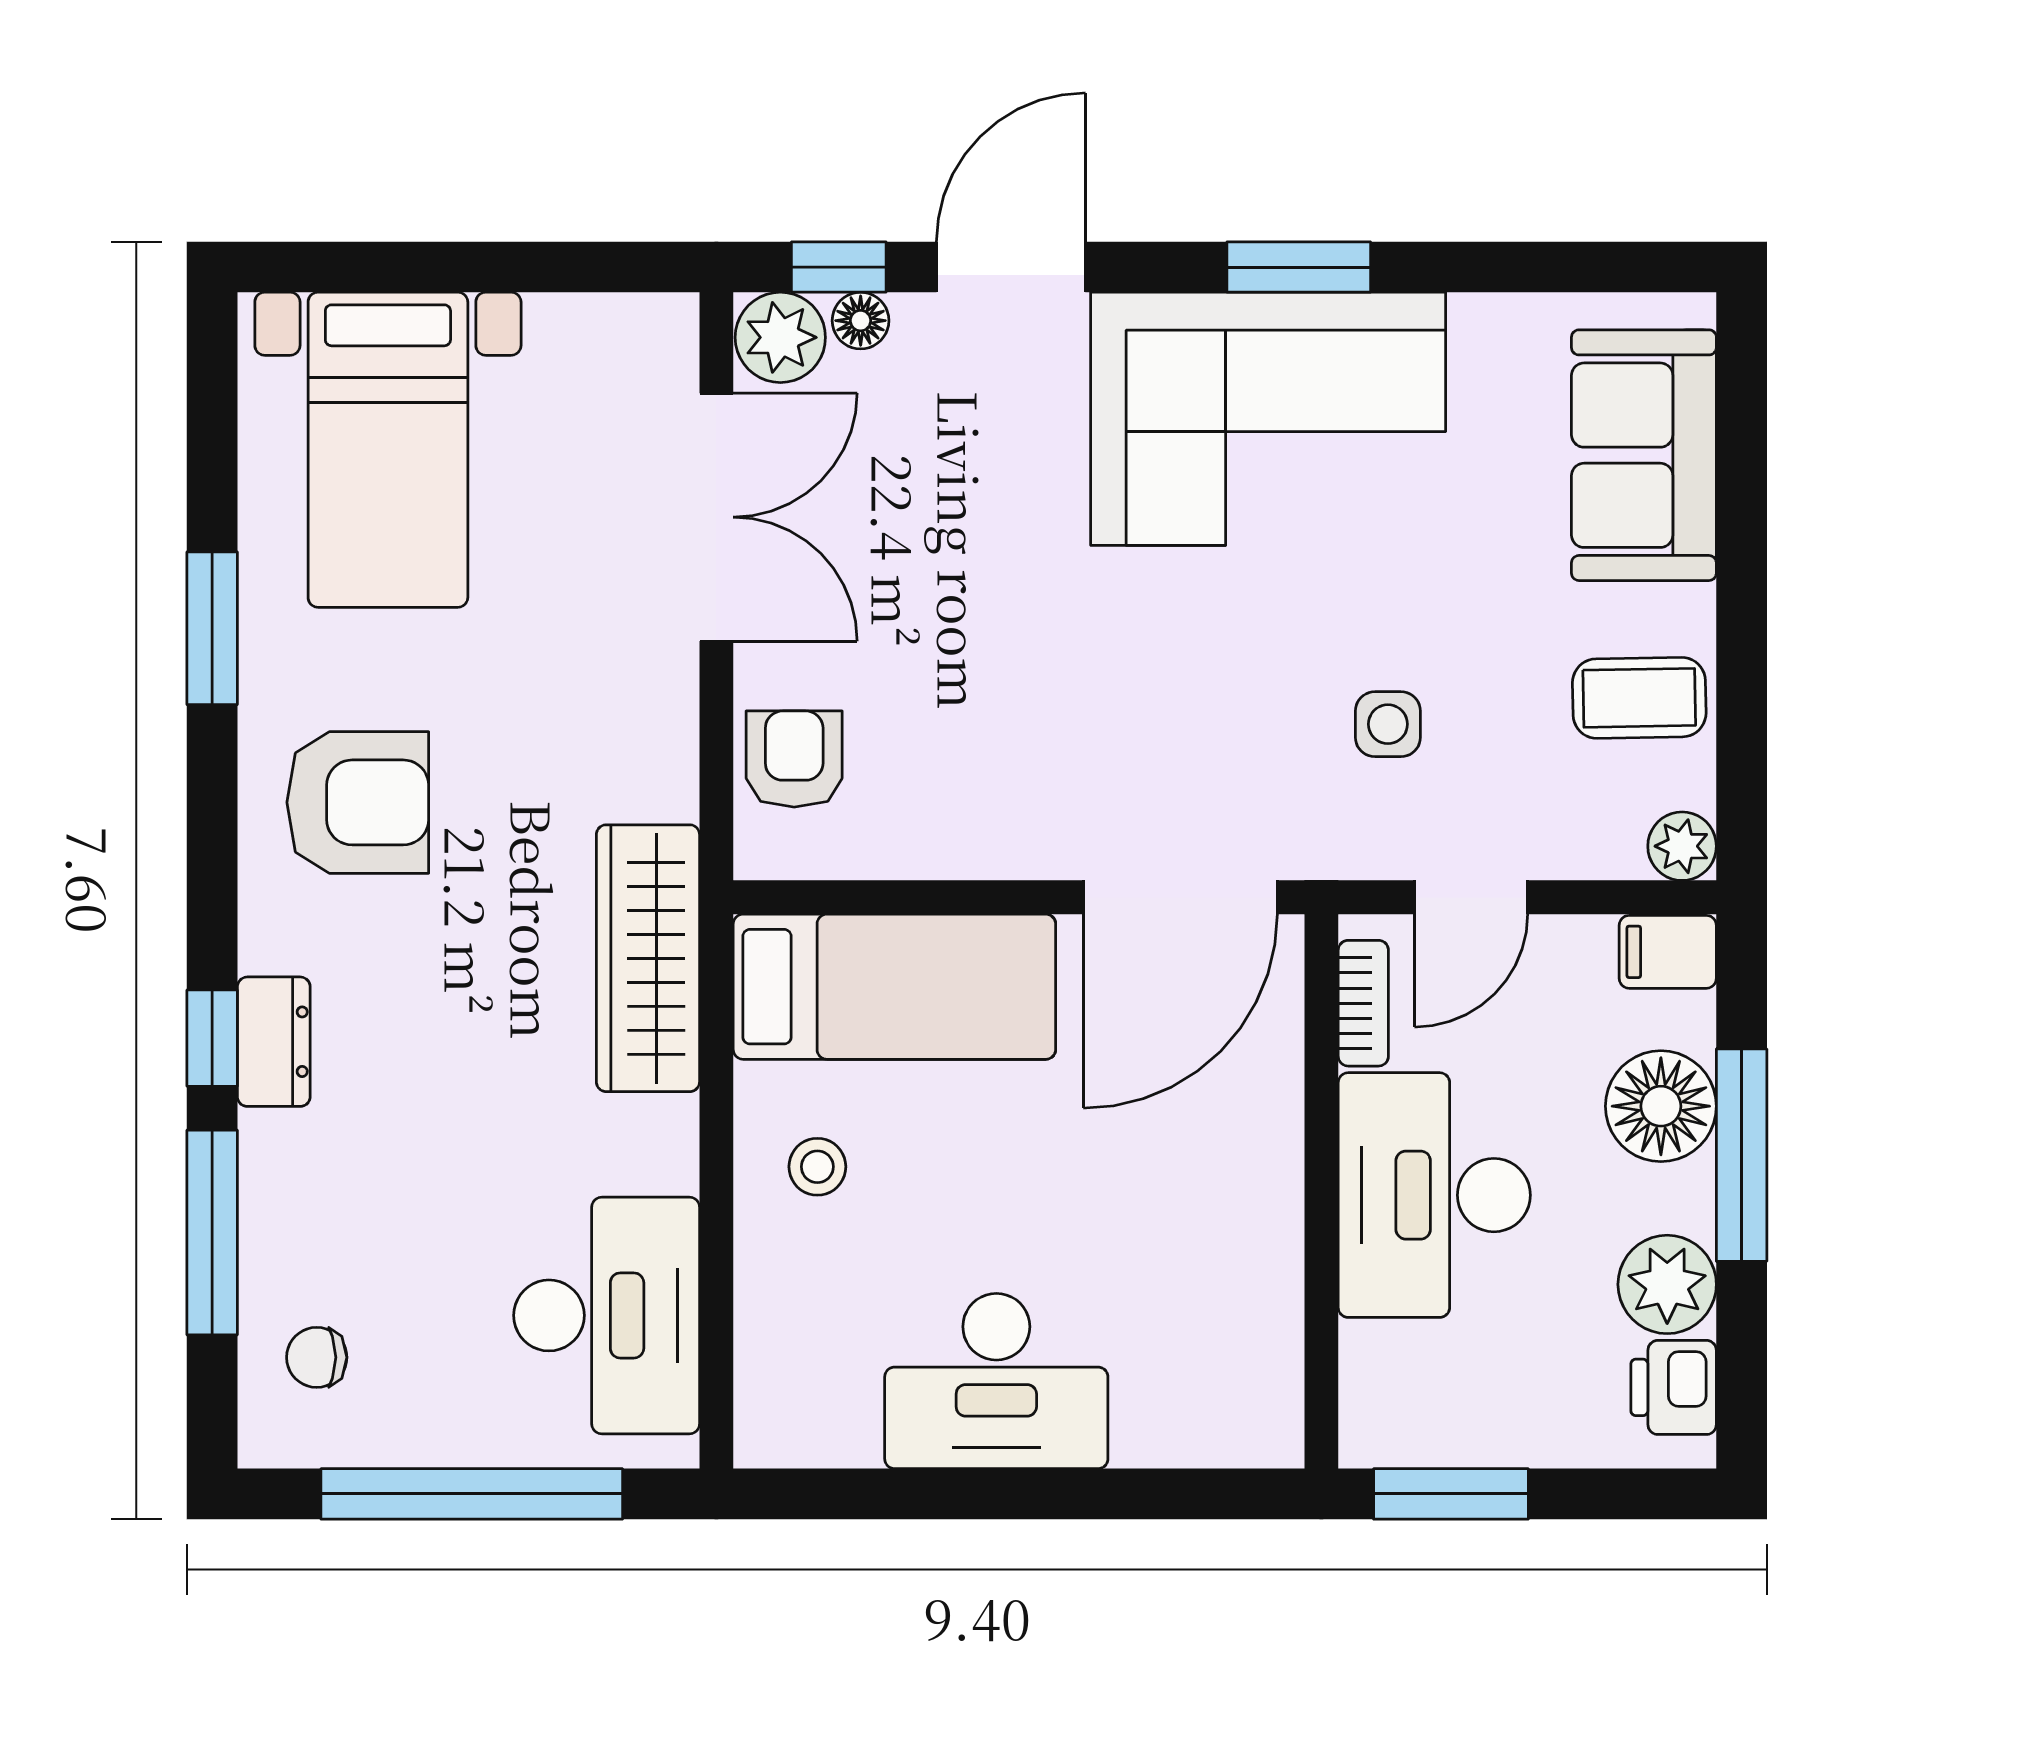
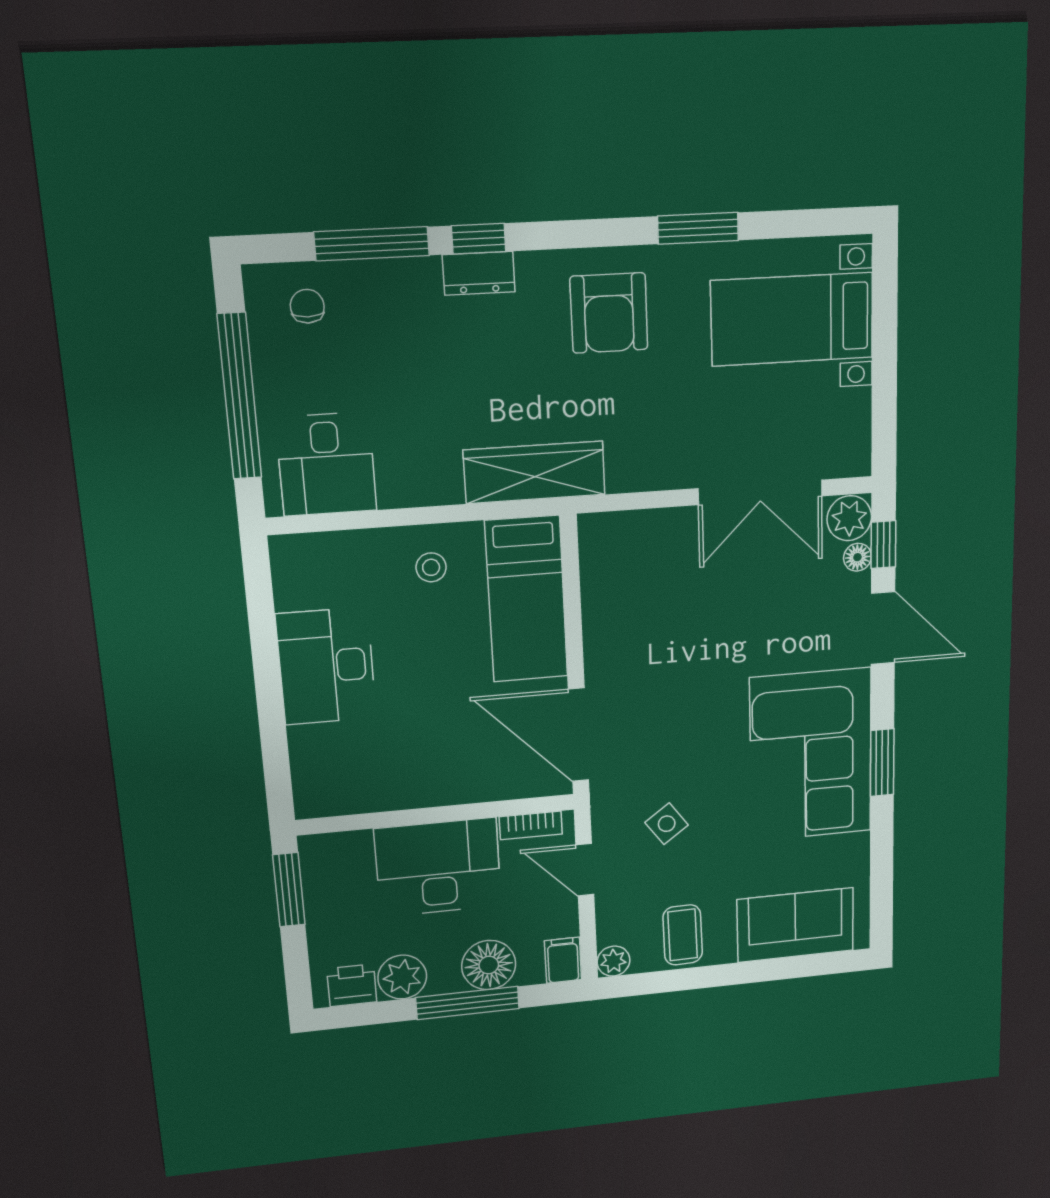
side table: (1388, 724) -> (667, 824), turned -36
armchair: (794, 759) -> (640, 540), removed
desk: (607, 1315) -> (326, 464), width x0.73

